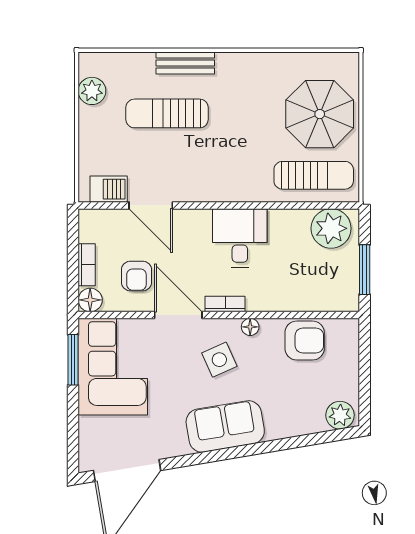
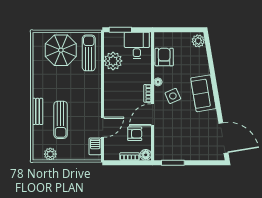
plant: (331, 228) -> (113, 61), moved
desk: (240, 238) -> (137, 45), moved, turned 90
window: (365, 270) -> (120, 30), moved
corner sofa: (113, 367) -> (176, 145), removed

